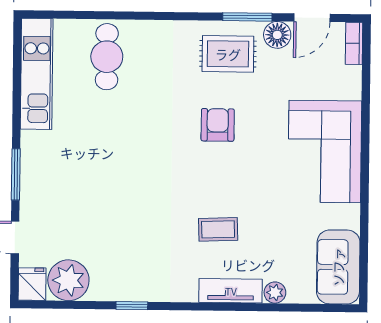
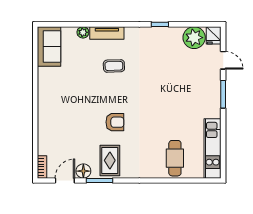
rug: (228, 54) -> (110, 160), turned 90
armchair: (218, 125) -> (115, 122), turned -90
corner sofa: (325, 151) -> (57, 109), removed

